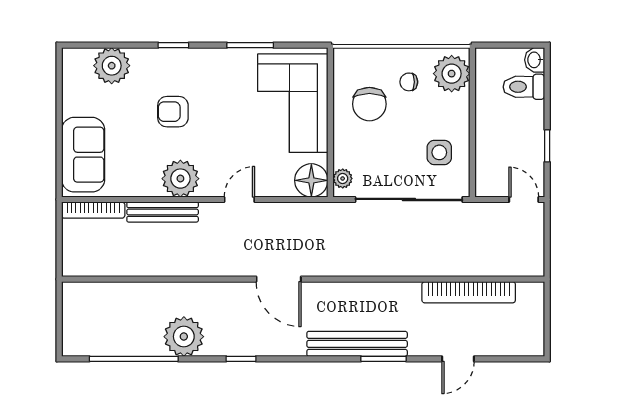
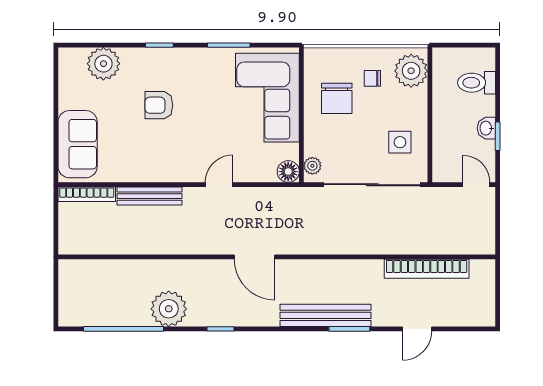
washbasin: (535, 60) -> (486, 128), moved
plant: (180, 179) -> (166, 166), removed
floor lamp: (311, 180) -> (288, 172), width x0.73, depth x0.73

